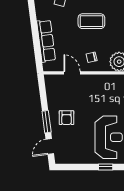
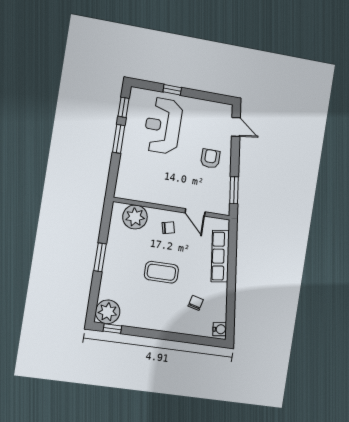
window: (47, 122) -> (234, 190), moved
door: (50, 146) -> (236, 127), hinge flipped

